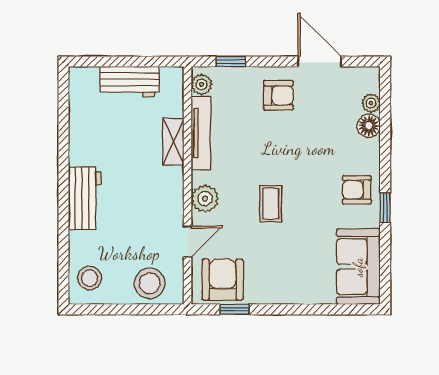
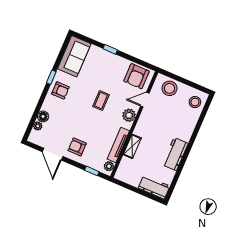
workbench: (130, 82) -> (154, 187), moved
workbench: (85, 198) -> (175, 154), moved
window: (235, 309) -> (110, 49), moved

